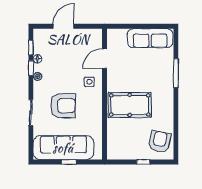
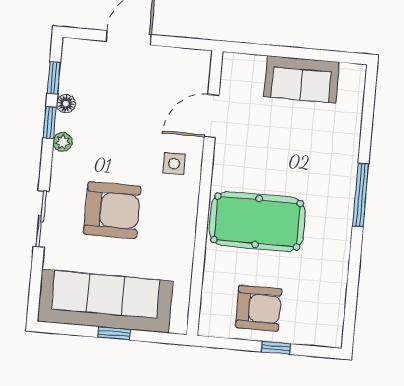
sofa: (150, 38) -> (302, 79), width x0.73
window: (176, 73) -> (361, 195), moved
armchair: (160, 142) -> (259, 308), moved, turned 78

